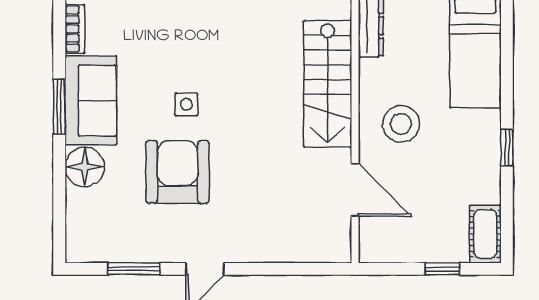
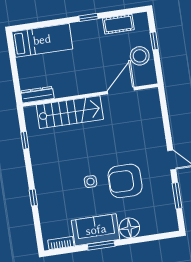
stool: (401, 124) -> (140, 56), moved
cot: (485, 234) -> (118, 24), moved

